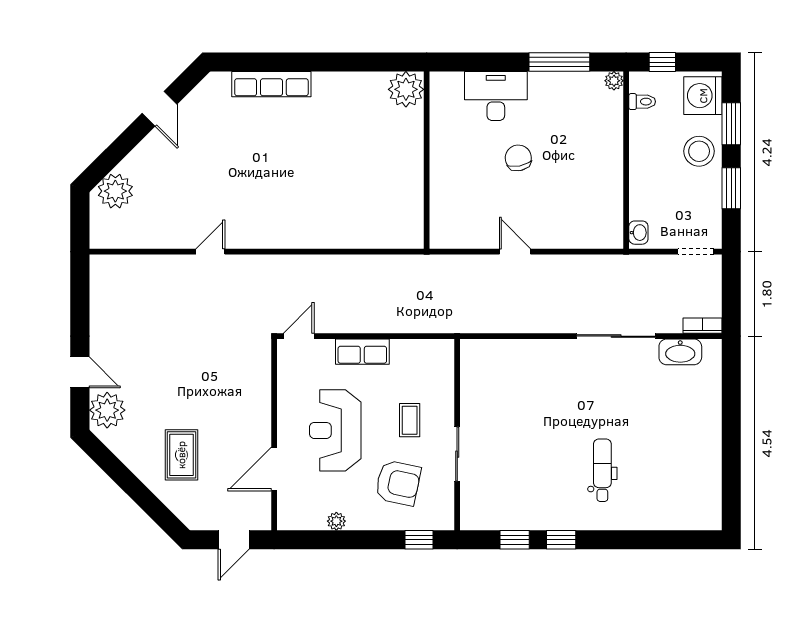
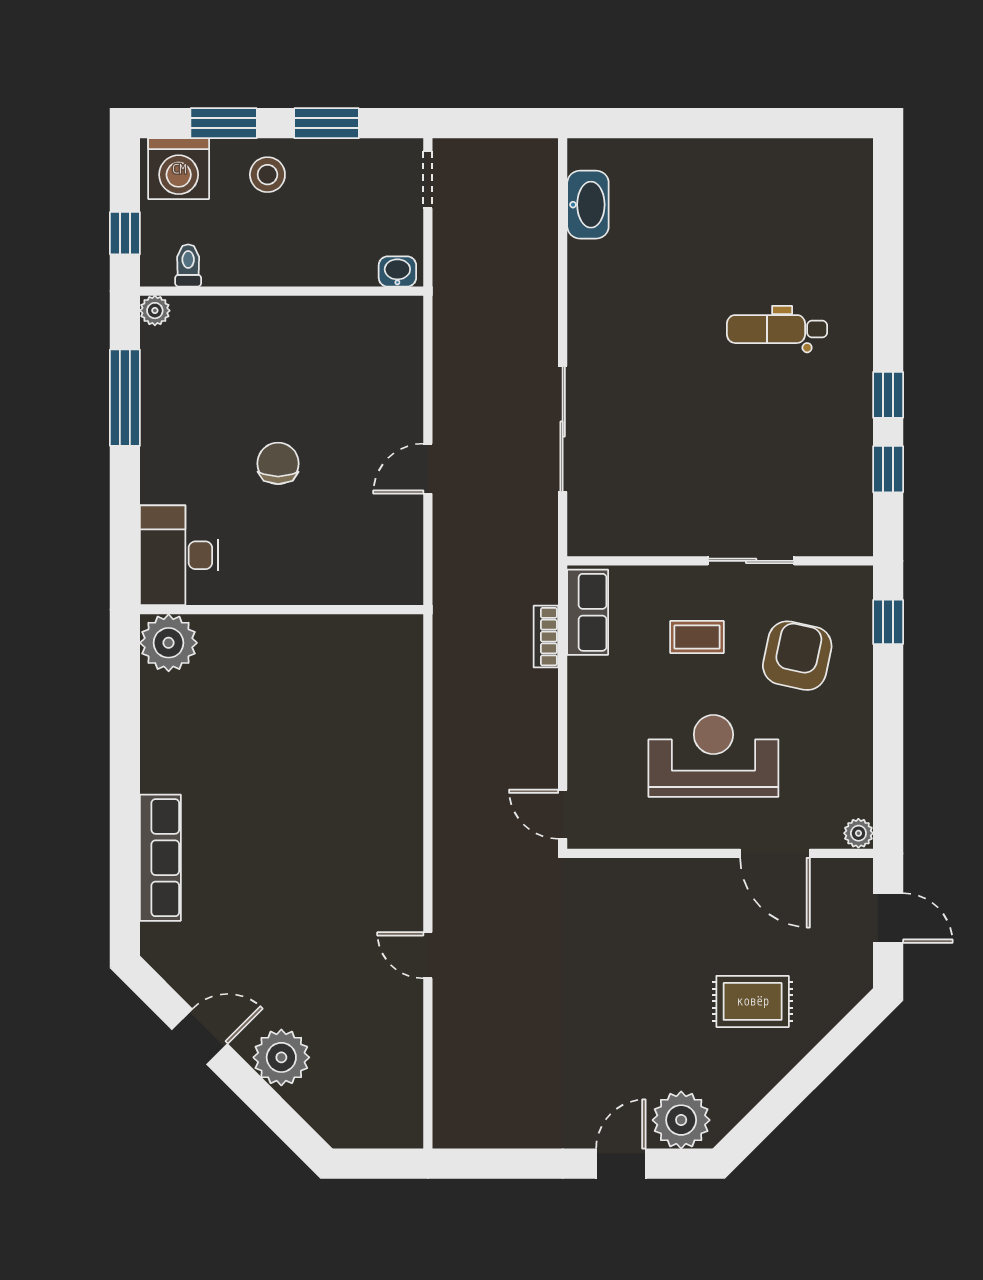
desk: (496, 96) -> (179, 555), moved
stool: (699, 151) -> (267, 175), width x0.73, depth x0.73
chair: (518, 158) -> (278, 463), turned 101
plant: (115, 191) -> (281, 1057), moved
bookcase: (703, 326) -> (546, 637), moved
sliding door: (616, 336) -> (563, 429), moved
row of seats: (362, 352) -> (588, 612), moved
reception desk: (335, 430) -> (713, 756), turned 180
plant: (336, 521) -> (858, 833), moved

